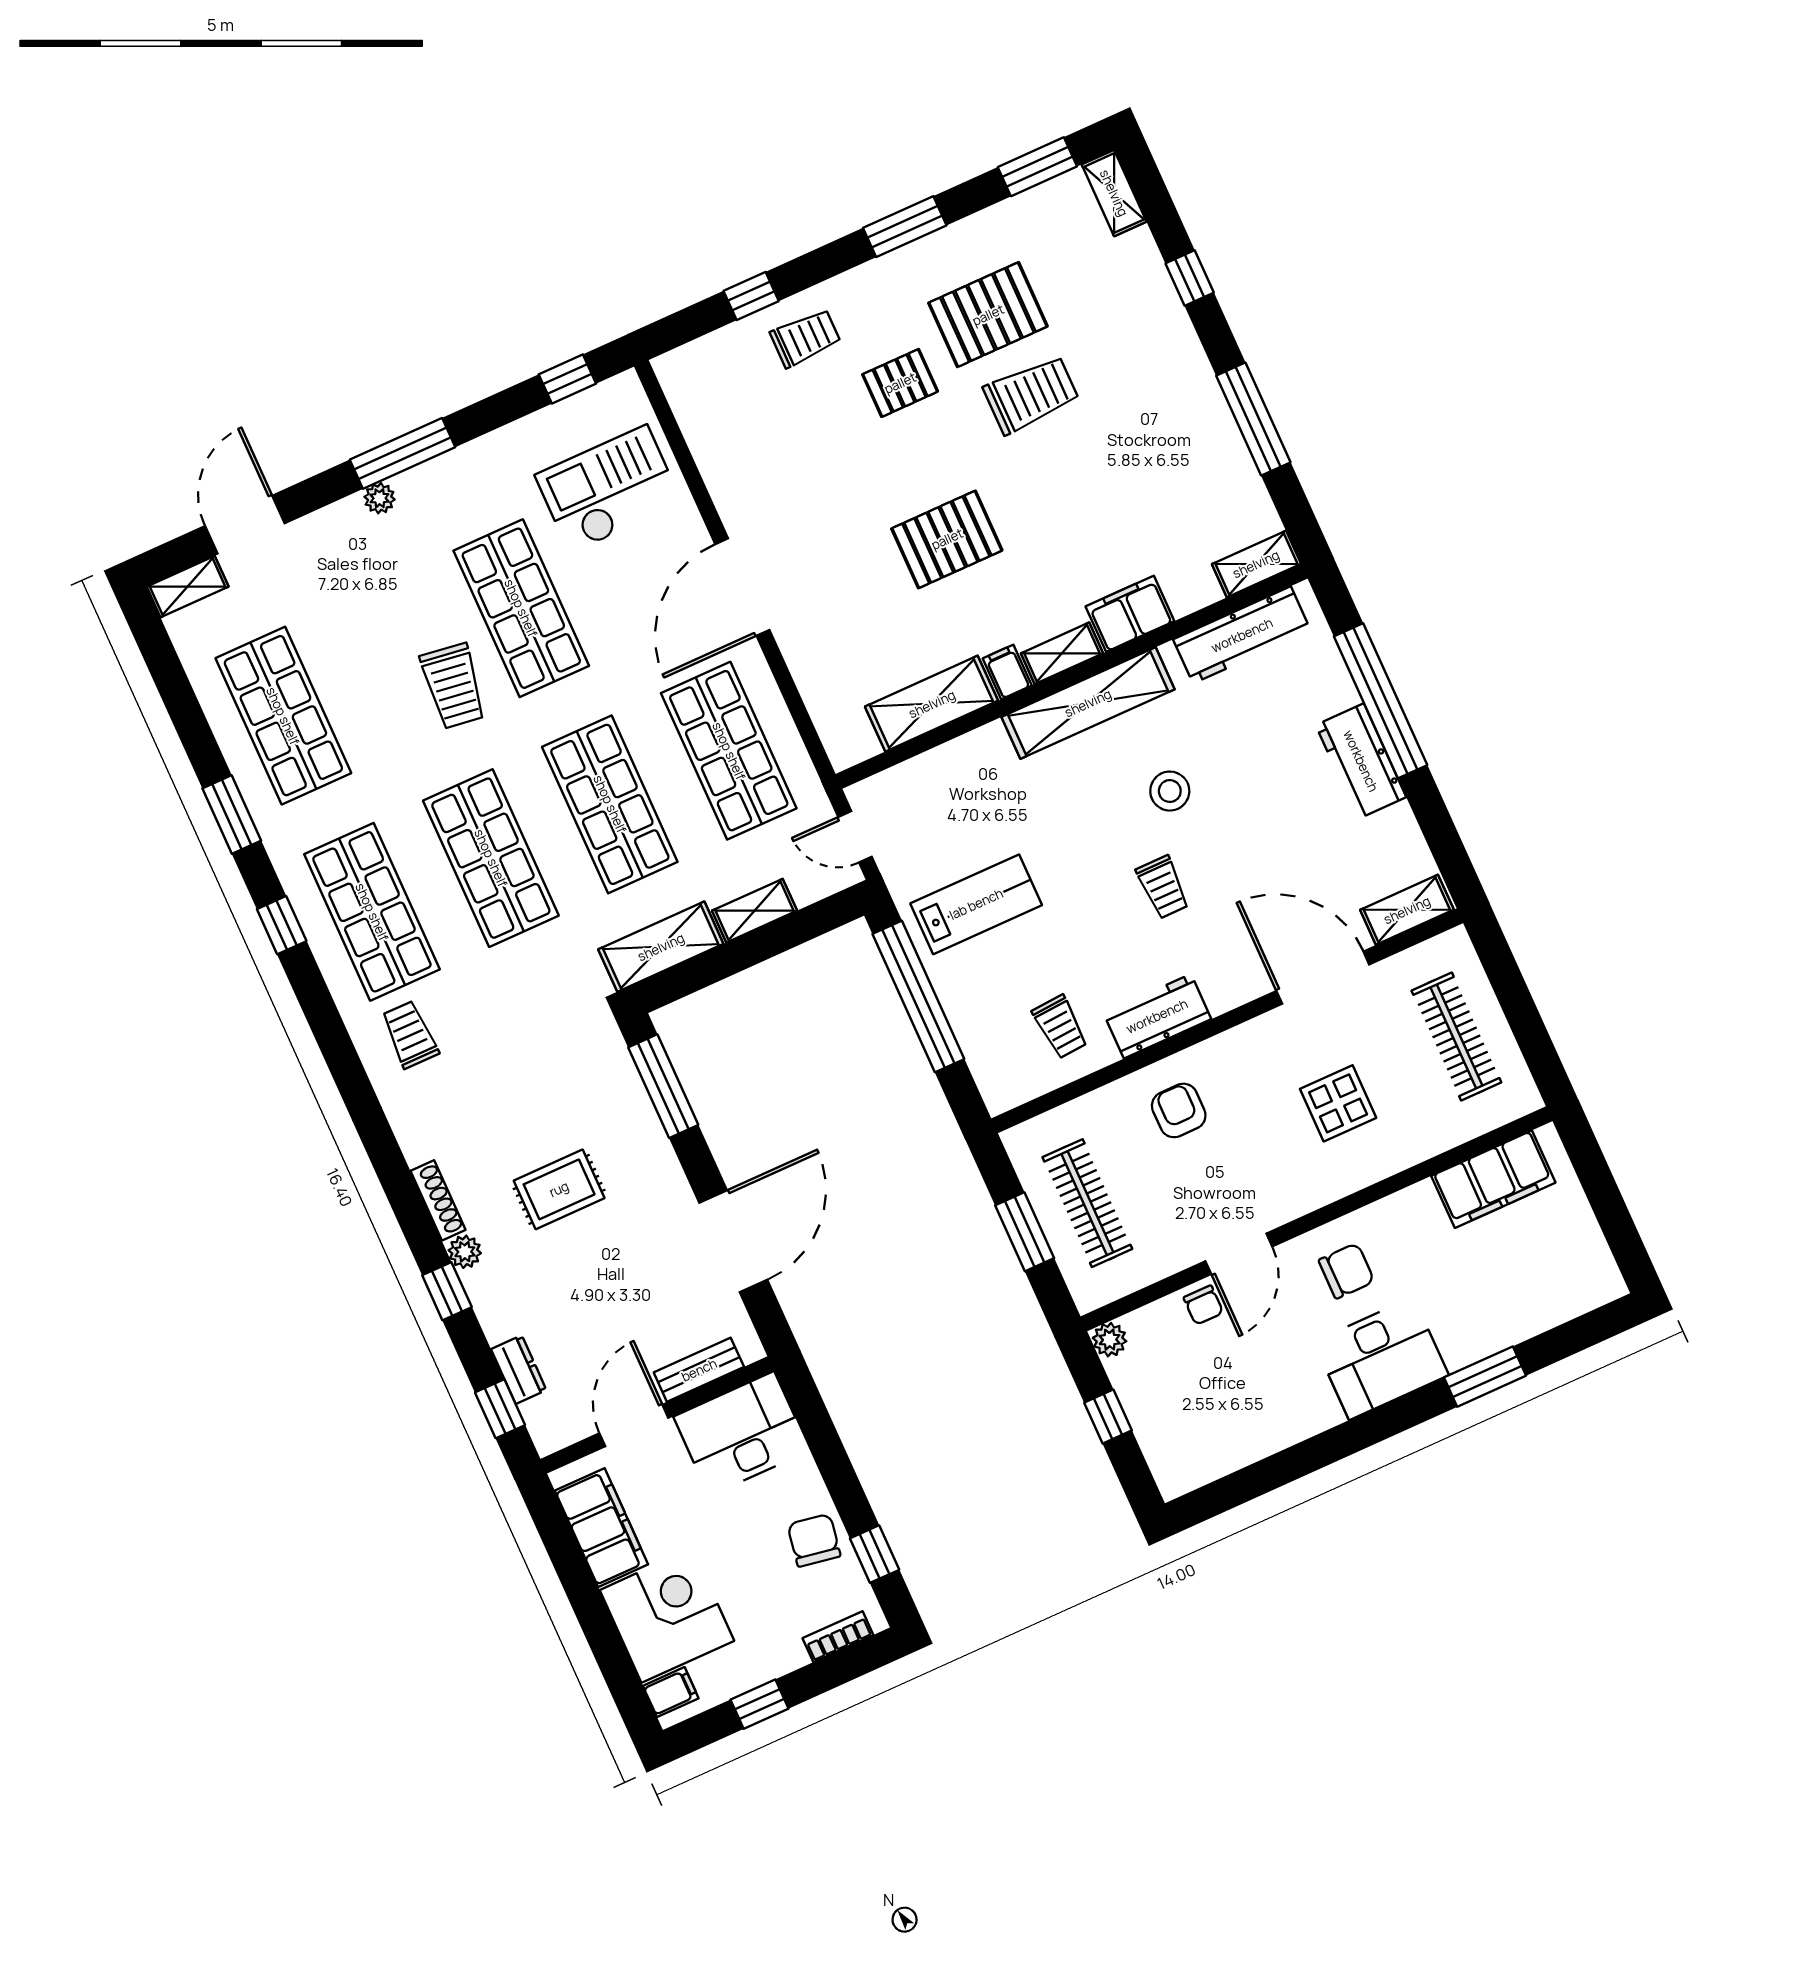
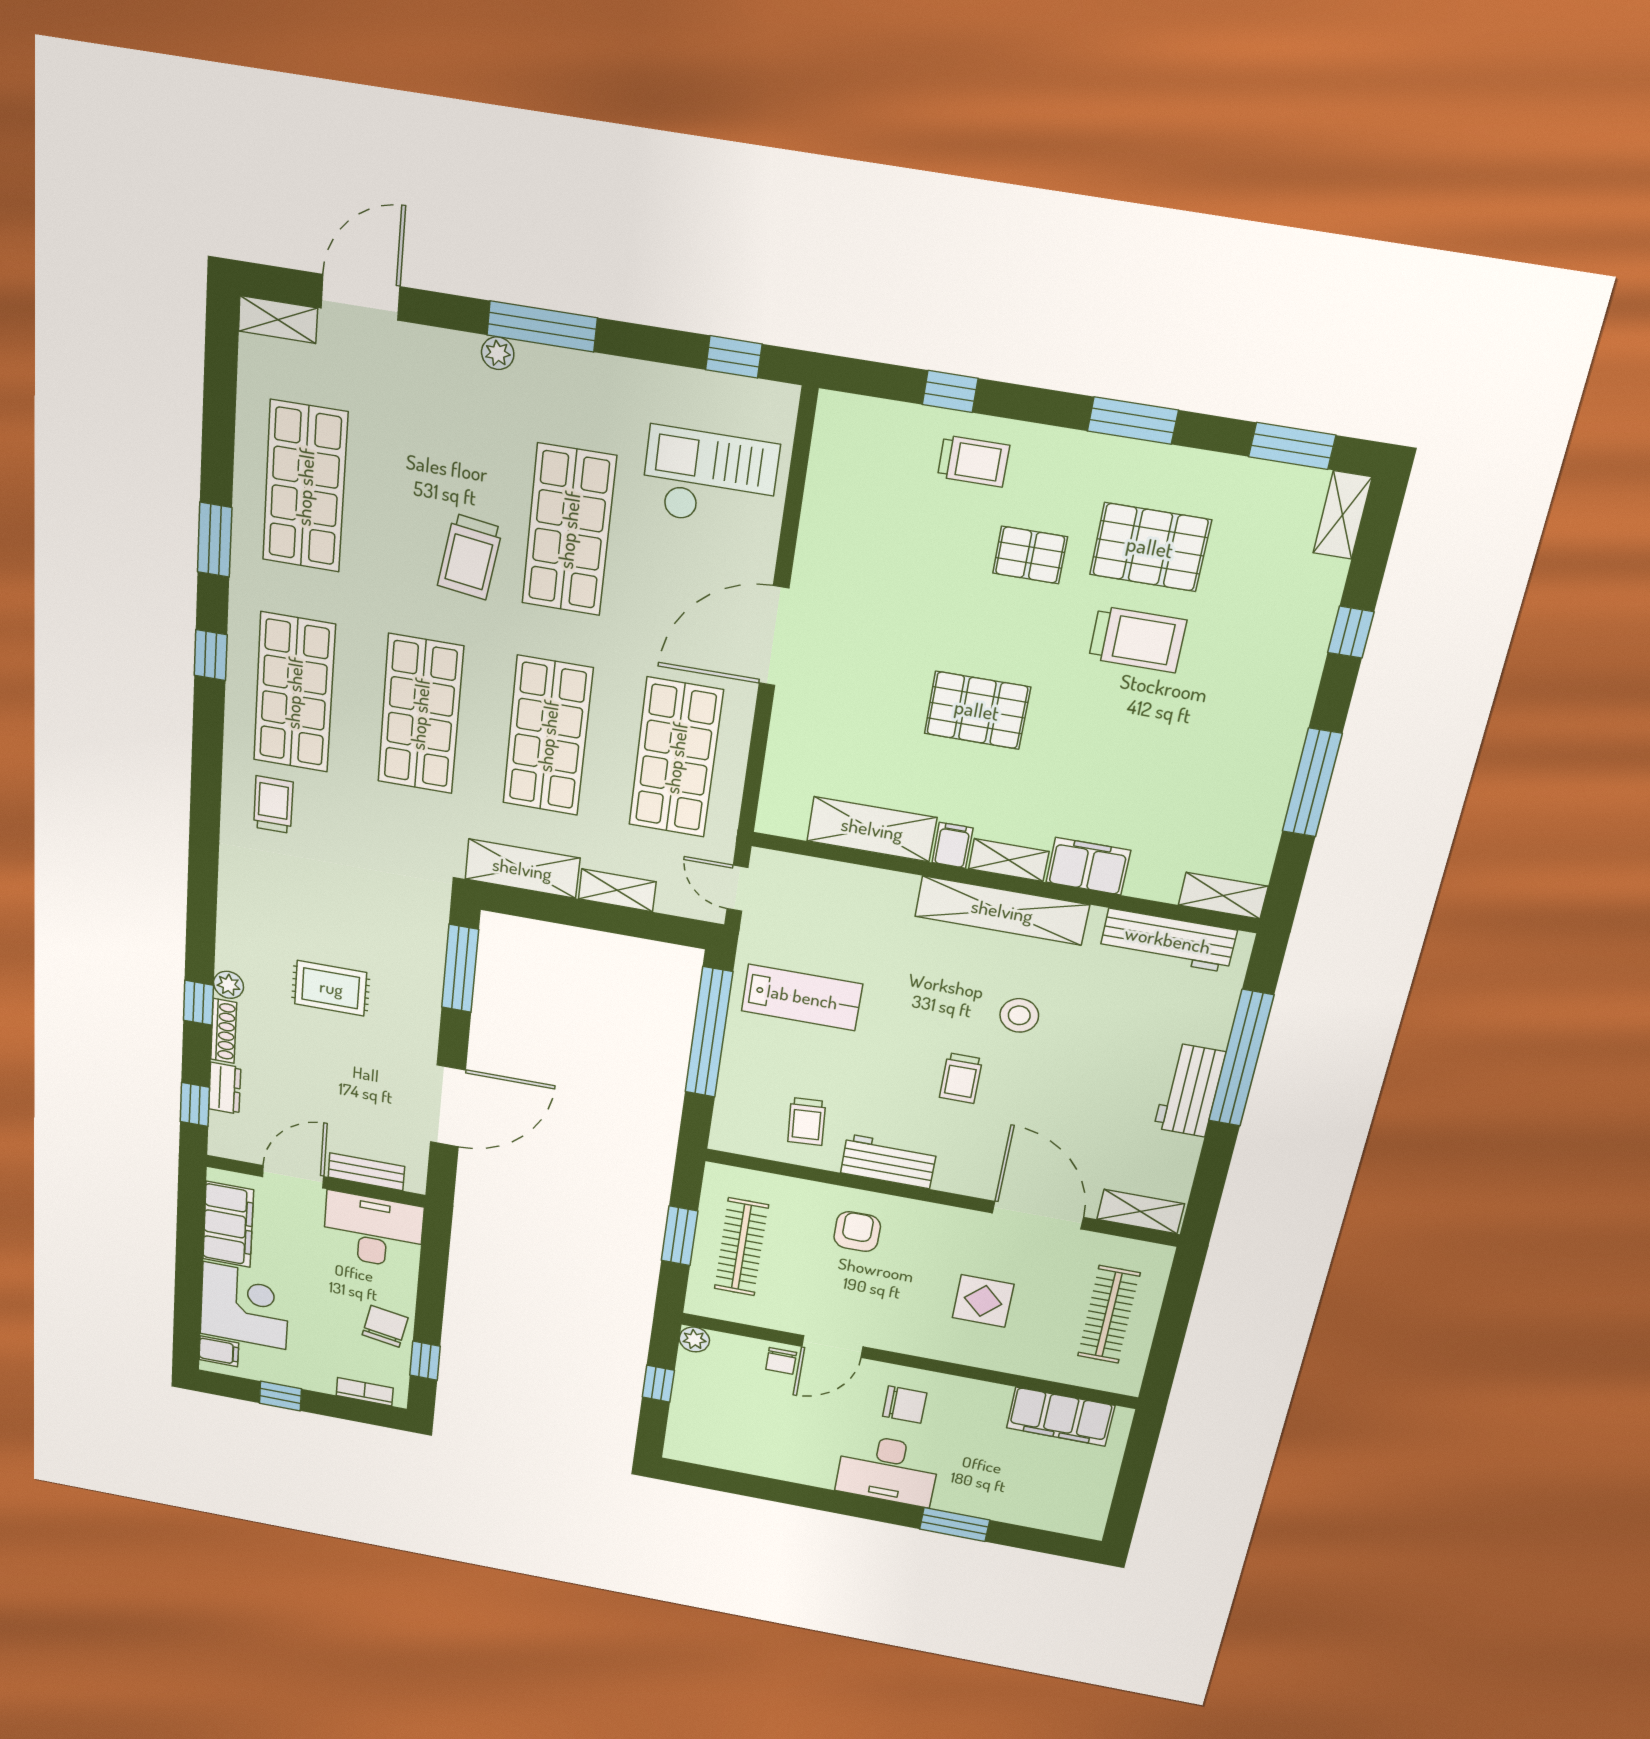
shoe rack: (438, 1200) -> (224, 1031), moved

